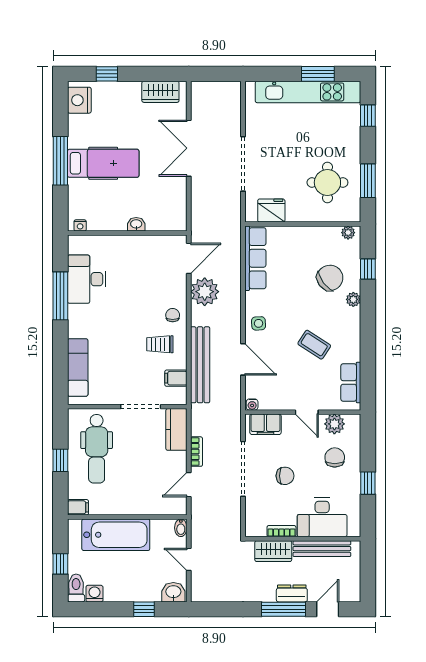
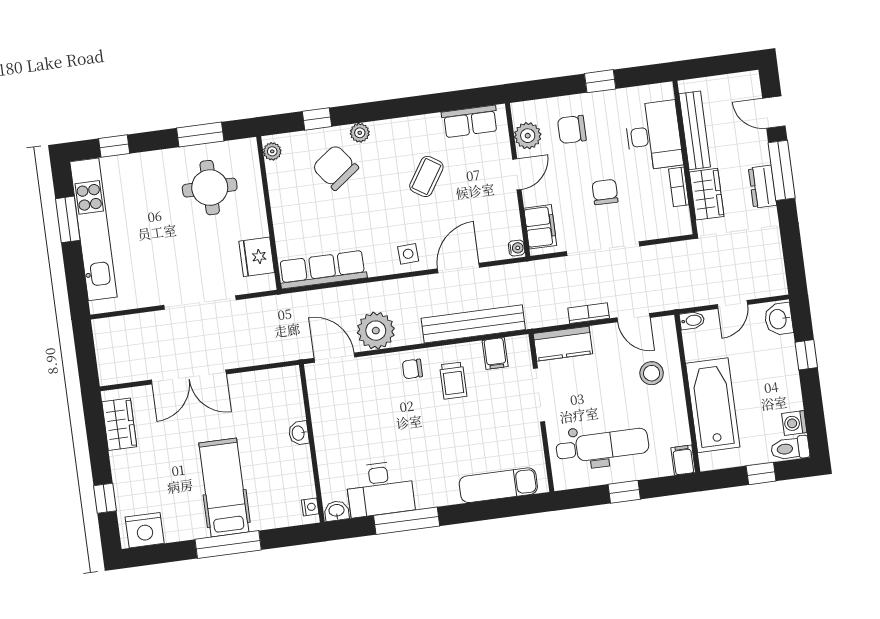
washbasin: (75, 245) -> (337, 511), added
stool: (146, 492) -> (652, 373), added
dresser: (292, 593) -> (762, 187), moved

